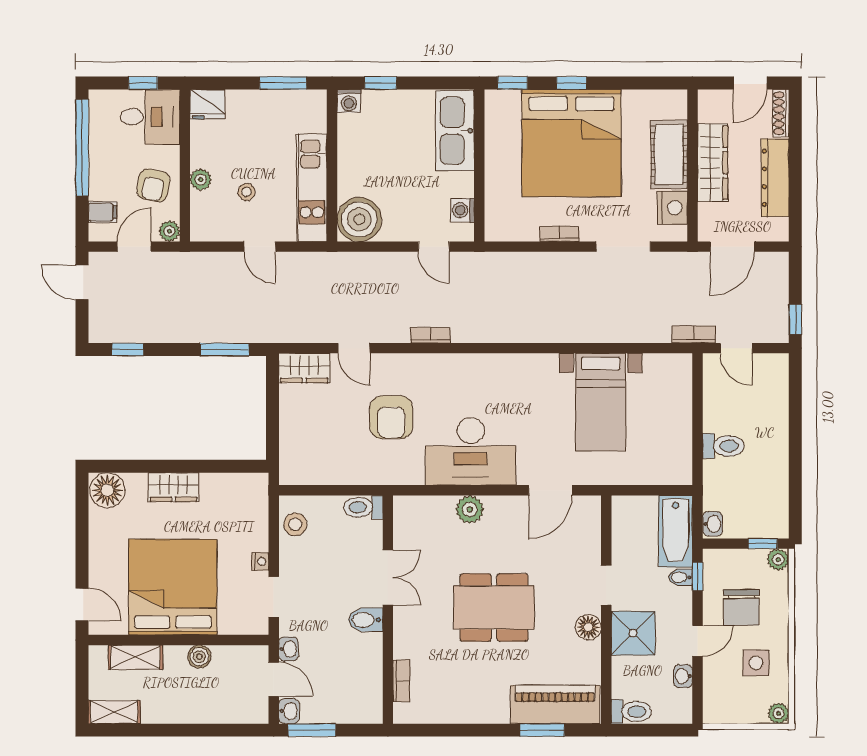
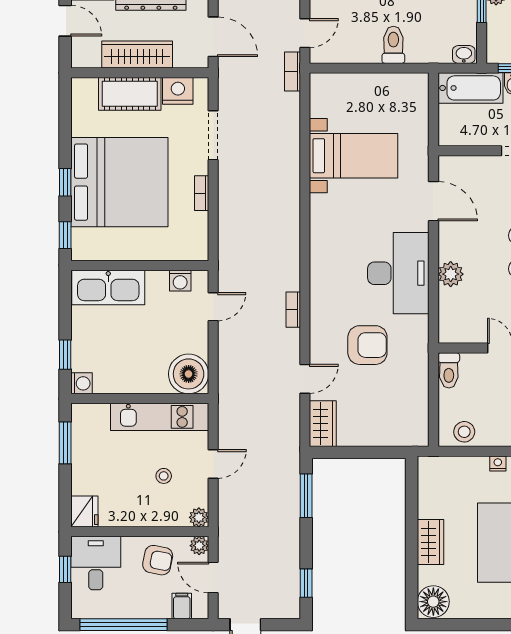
plant: (201, 180) -> (199, 517), moved

